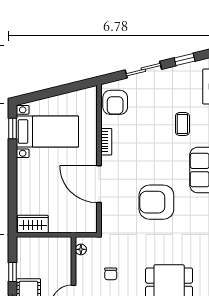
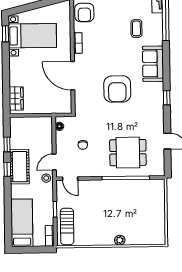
armchair: (156, 202) -> (117, 89), turned -90
wardrobe: (33, 224) -> (16, 98), moved, turned 90

